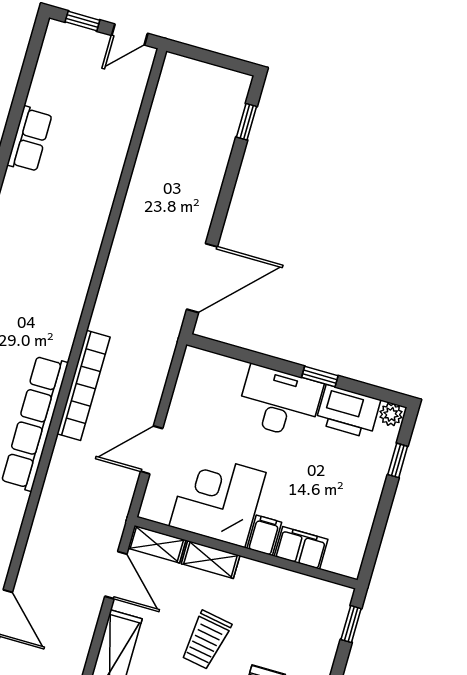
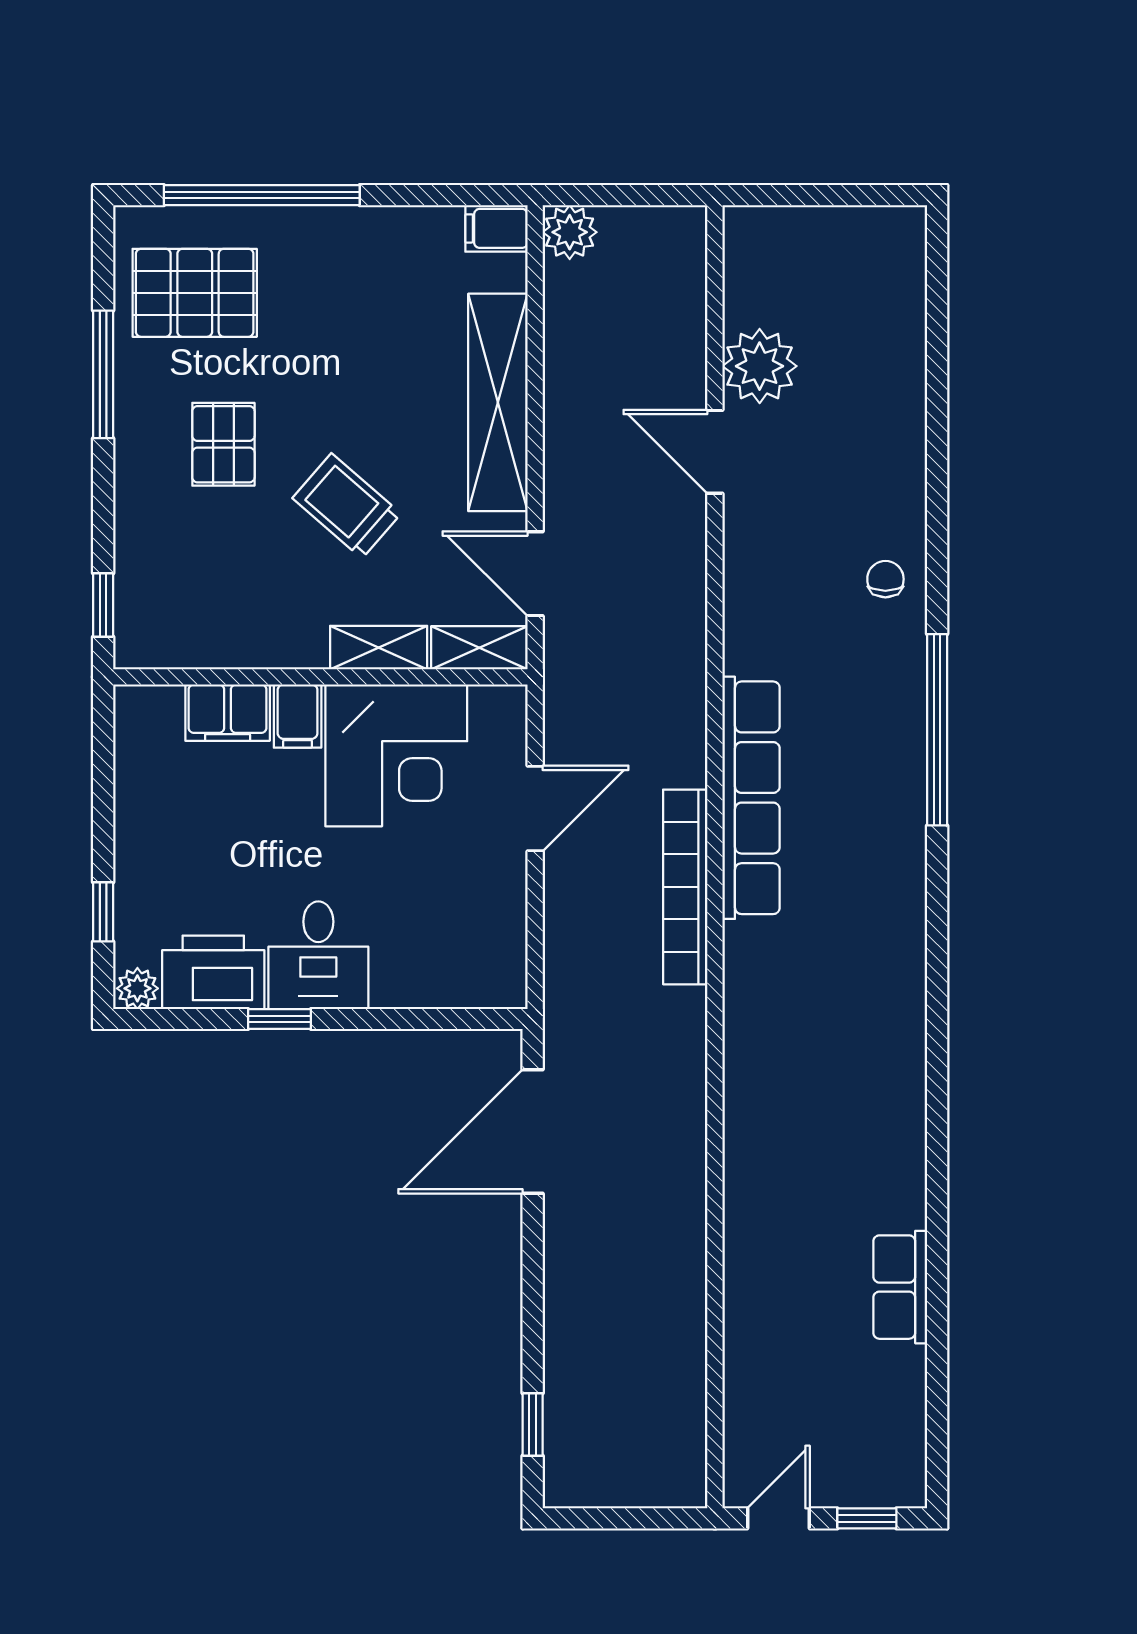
desk: (280, 402) -> (318, 955), width x0.73
trolley: (206, 640) -> (347, 506), turned -59

